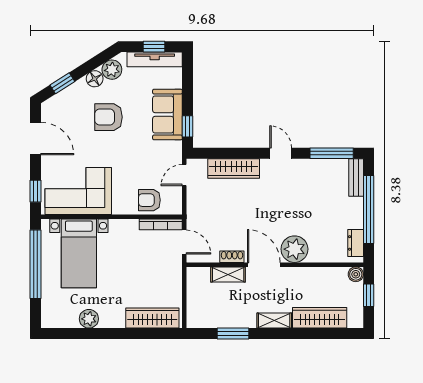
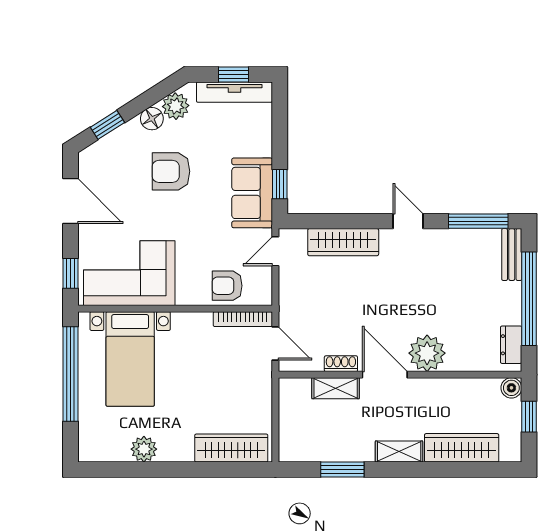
sofa: (167, 114) -> (252, 193), moved

